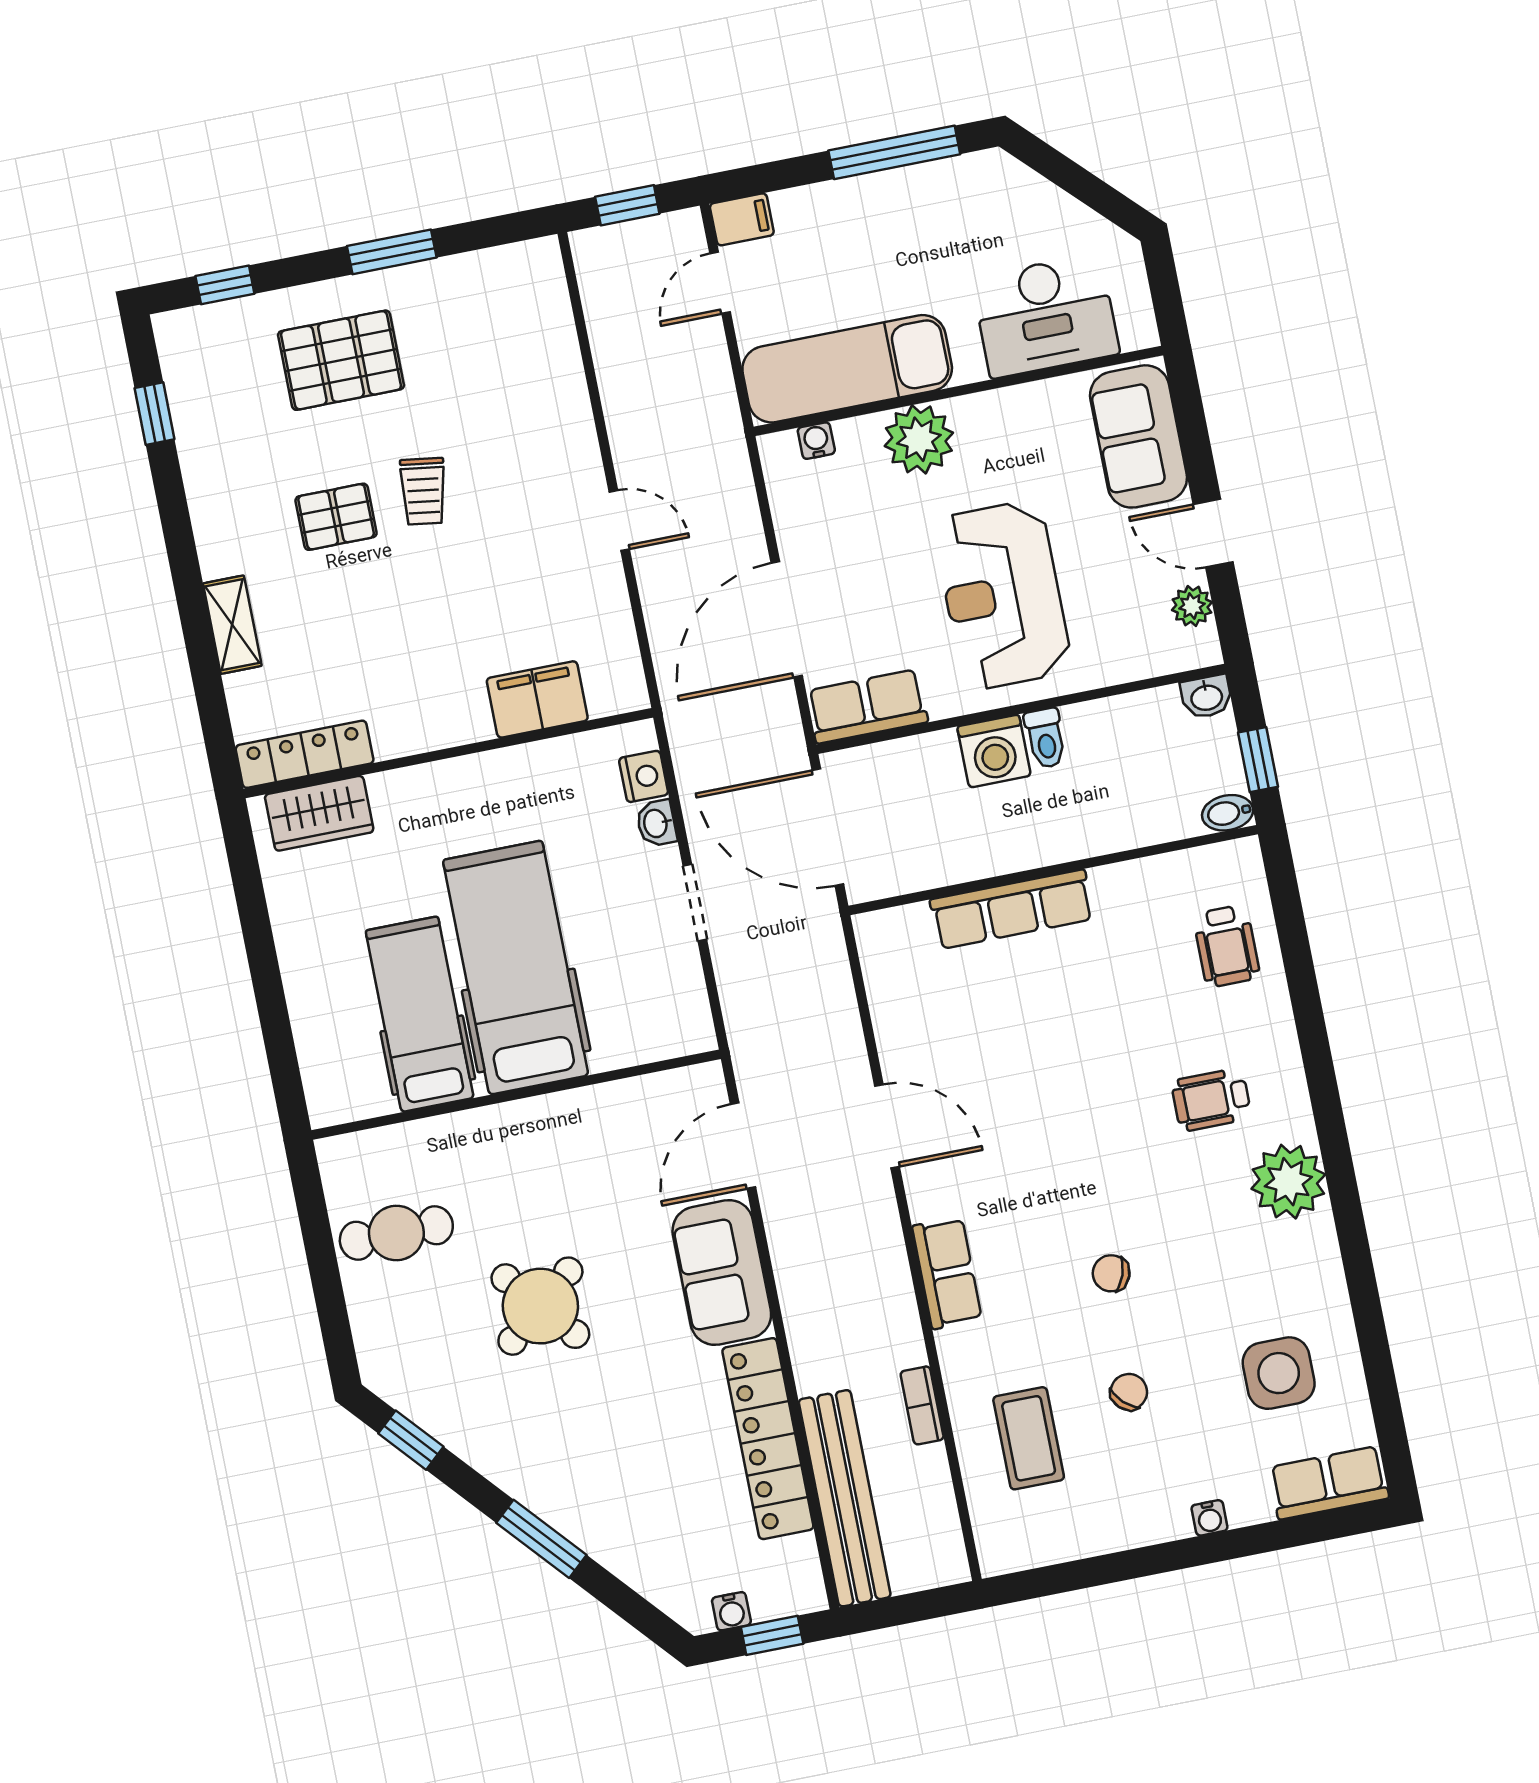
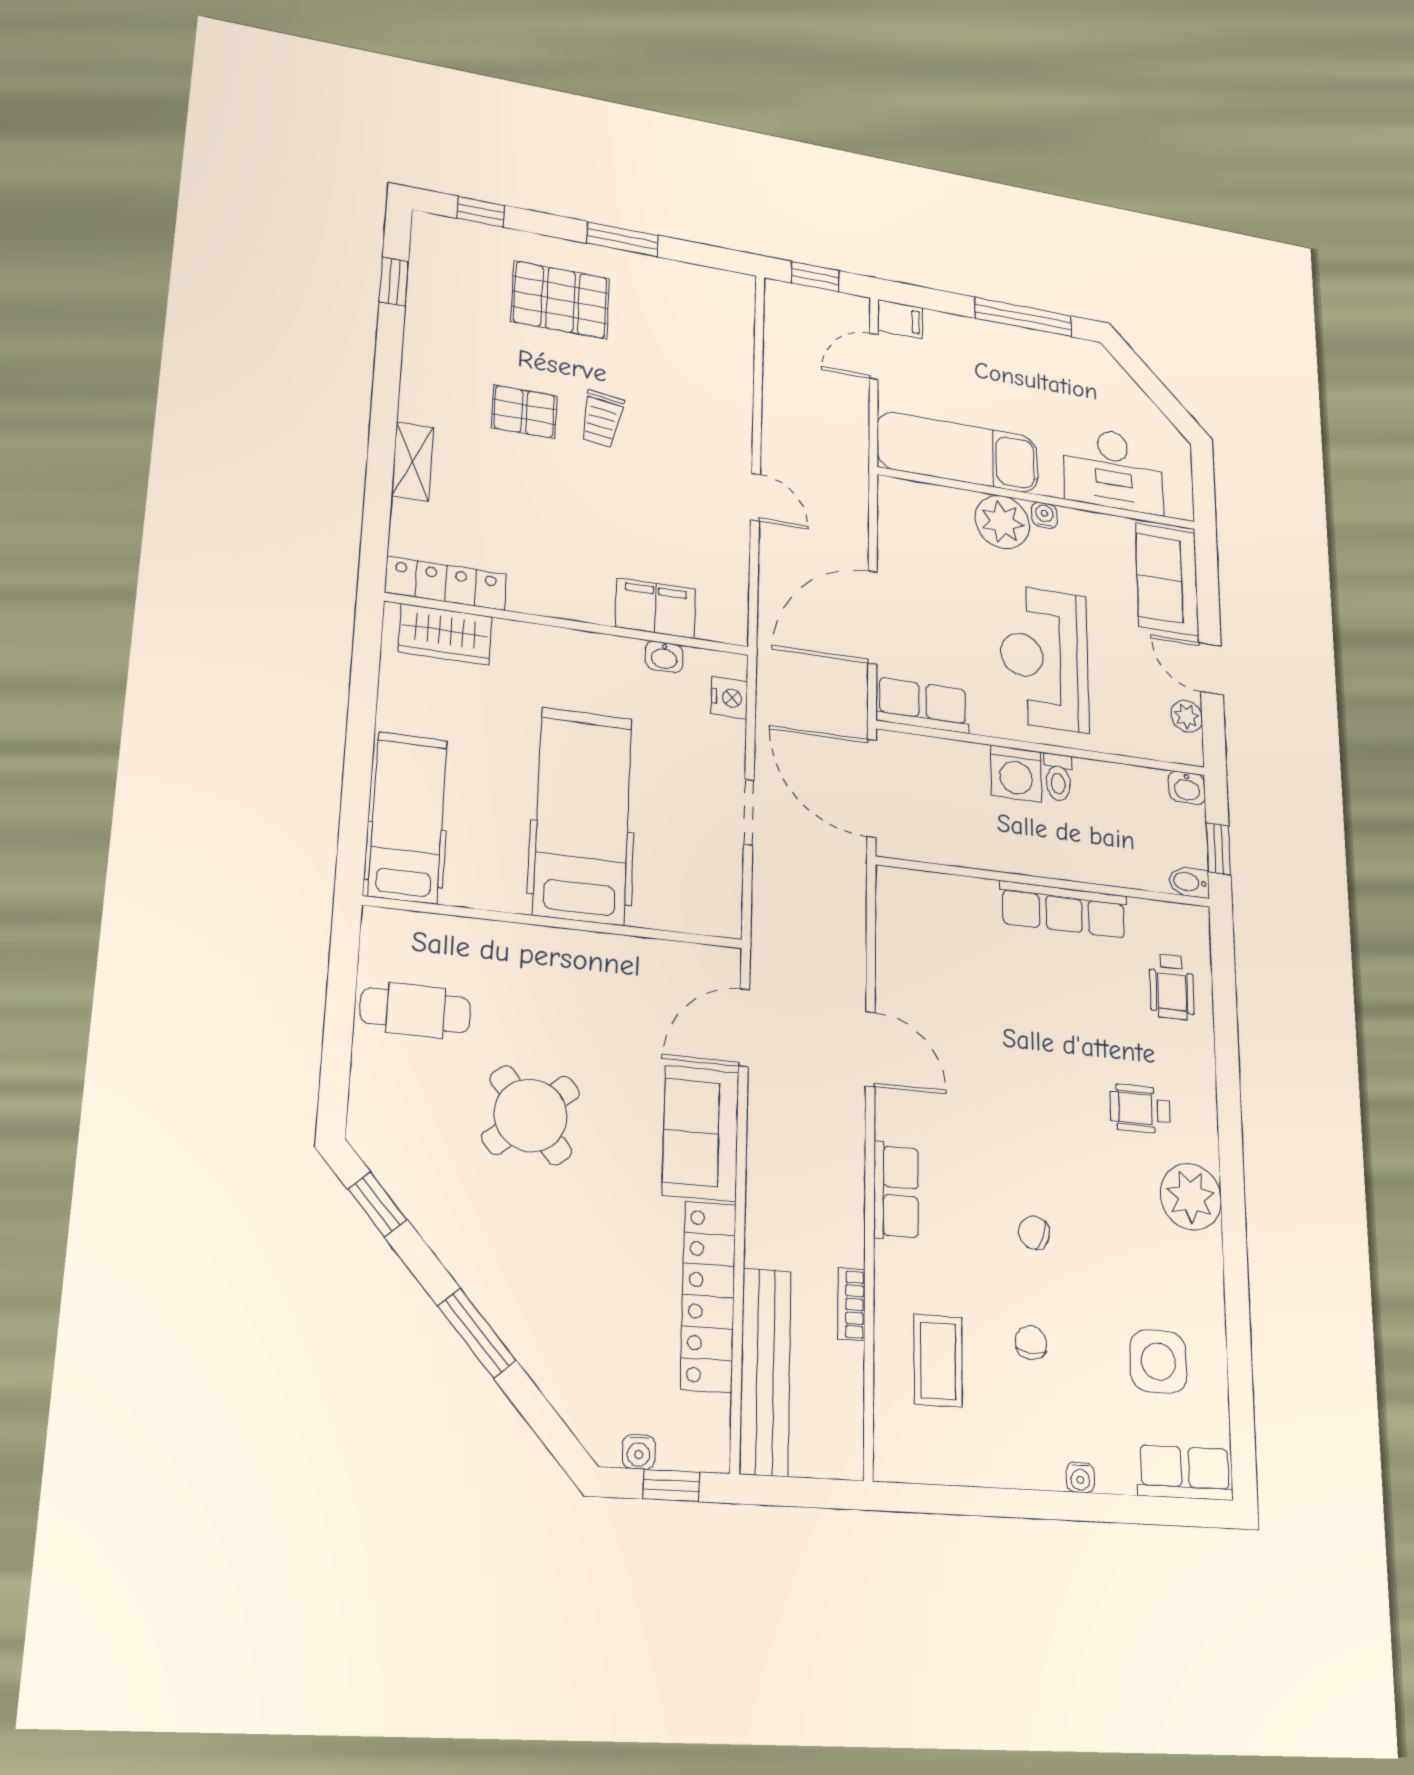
water cooler: (816, 441) -> (1044, 515), moved
washbasin: (656, 823) -> (664, 657), moved, turned -90
row of seats: (1012, 909) -> (1064, 909), moved
hospital bed: (420, 1014) -> (408, 818), moved
chair: (1129, 1392) -> (1031, 1343), turned -41

